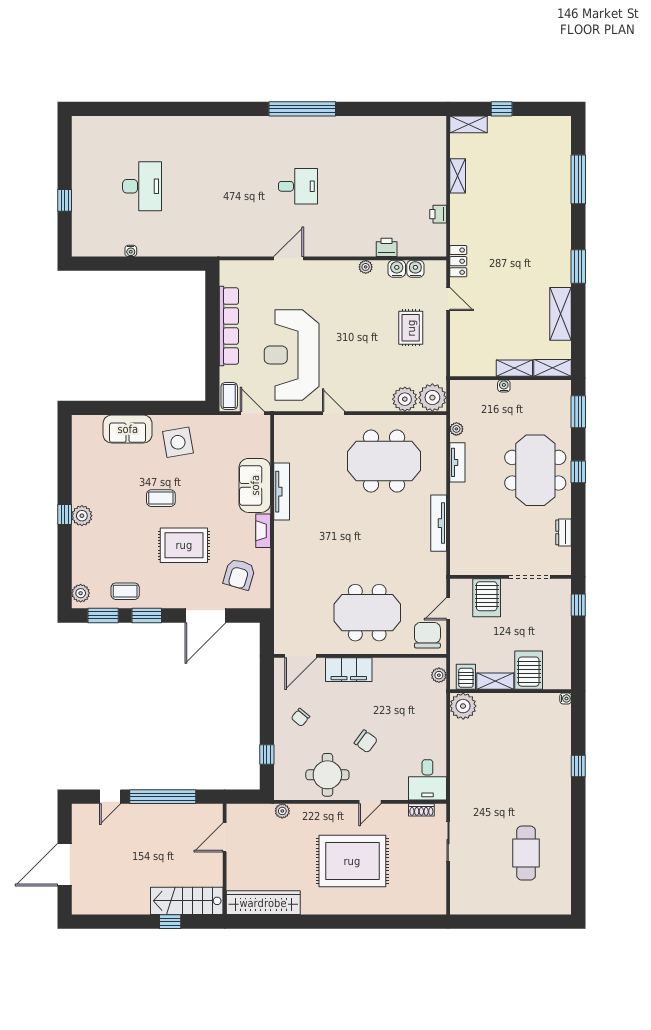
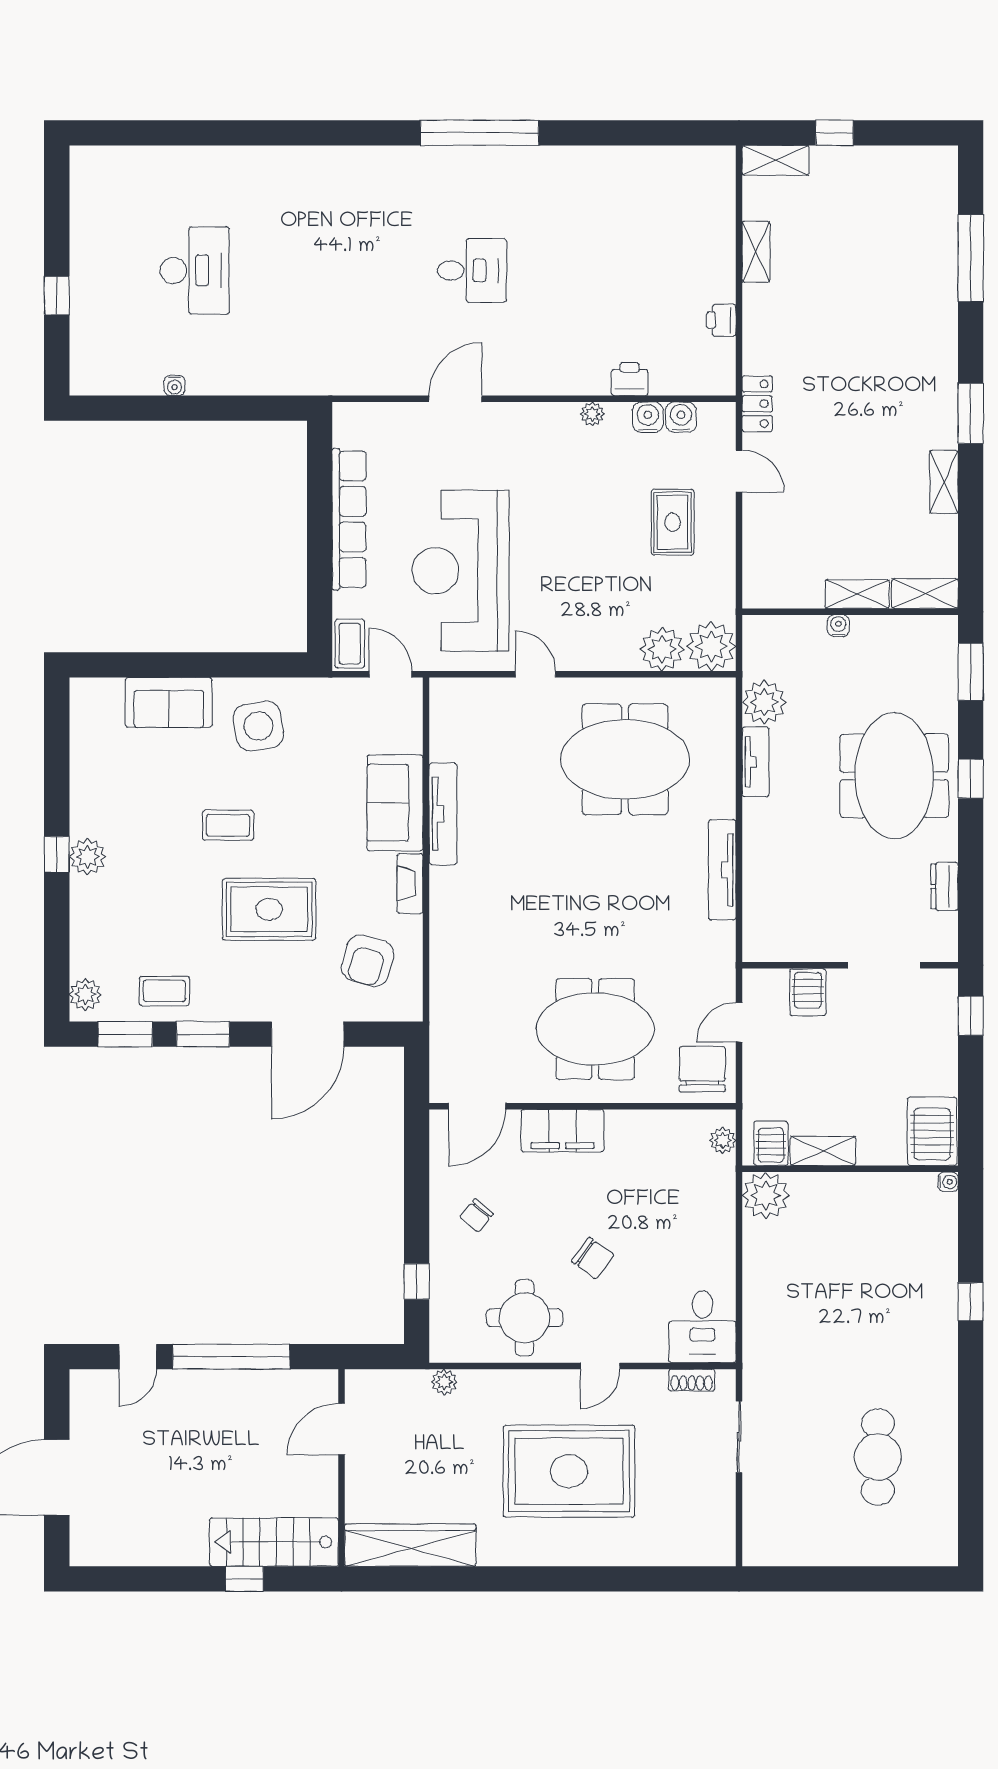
shelving: (561, 314) -> (944, 482), width x0.67, depth x0.75
plant: (456, 429) -> (764, 702), width x1.88, depth x1.88
server rack: (487, 598) -> (808, 992), width x0.73, depth x0.70
server rack: (529, 670) -> (932, 1131), moved

